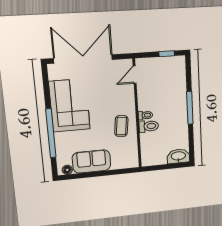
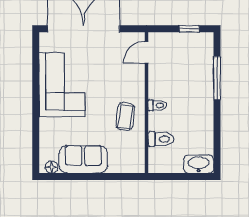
window: (190, 108) -> (217, 78), moved
toilet: (149, 126) -> (161, 139), moved
window: (51, 133) -> (36, 118), removed

